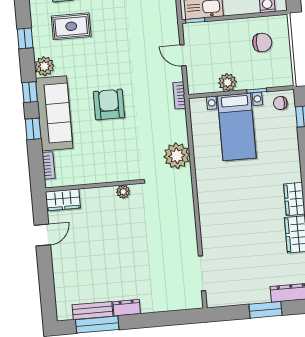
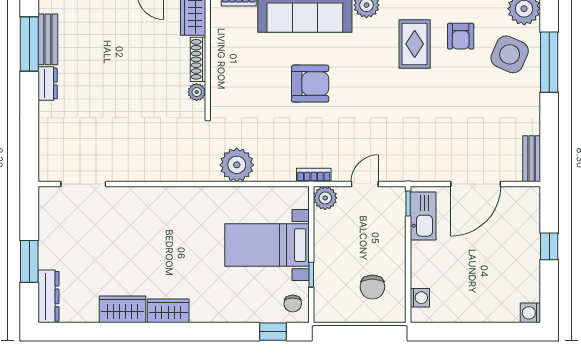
plant: (227, 82) -> (325, 198), moved
chair: (280, 103) -> (293, 304), turned 180
shoe rack: (98, 193) -> (198, 59), added

